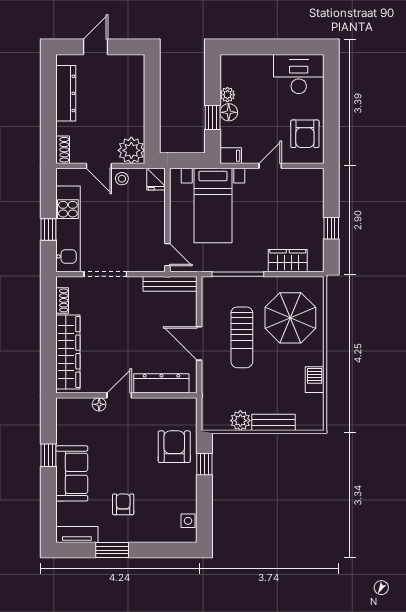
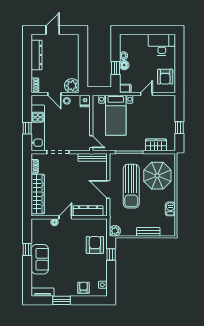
sun lounger: (242, 337) -> (131, 186), width x1.36, depth x1.34
plant: (240, 421) -> (115, 231), moved
armchair: (123, 504) -> (83, 288), moved

